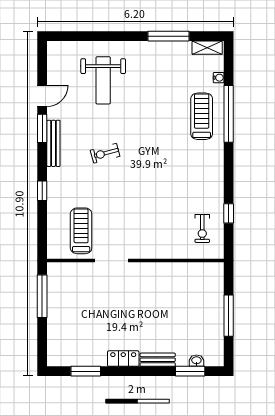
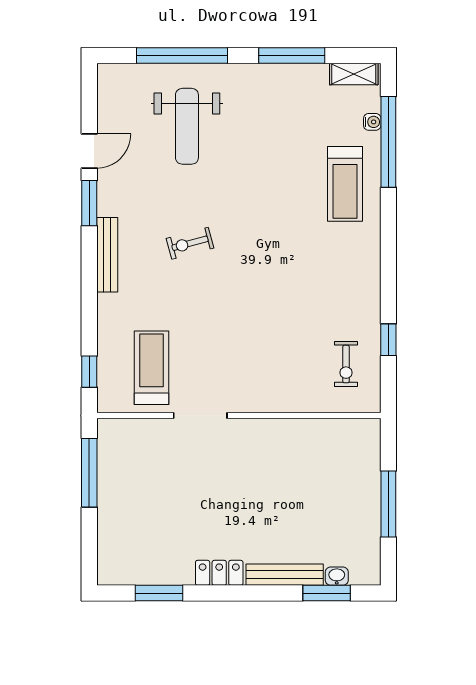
window: (100, 36) -> (182, 55), added
window: (229, 114) -> (388, 142), moved
treadmill: (202, 116) -> (345, 184), turned 180
bench: (53, 143) -> (107, 255), moved
window: (42, 191) -> (89, 372), moved
bench: (158, 360) -> (285, 575), width x1.36

